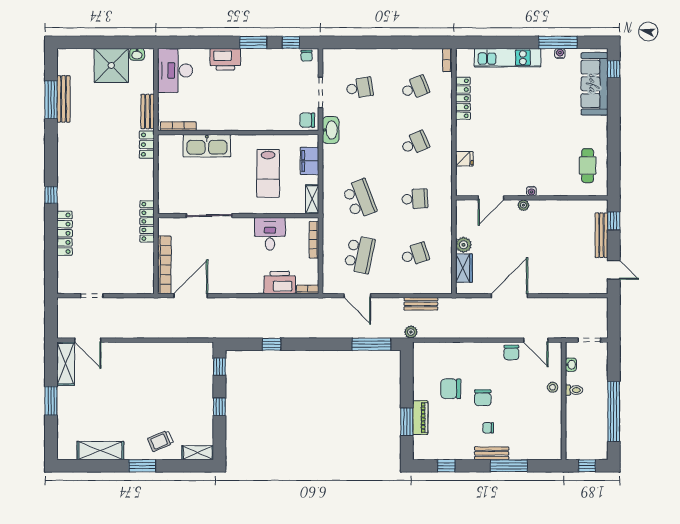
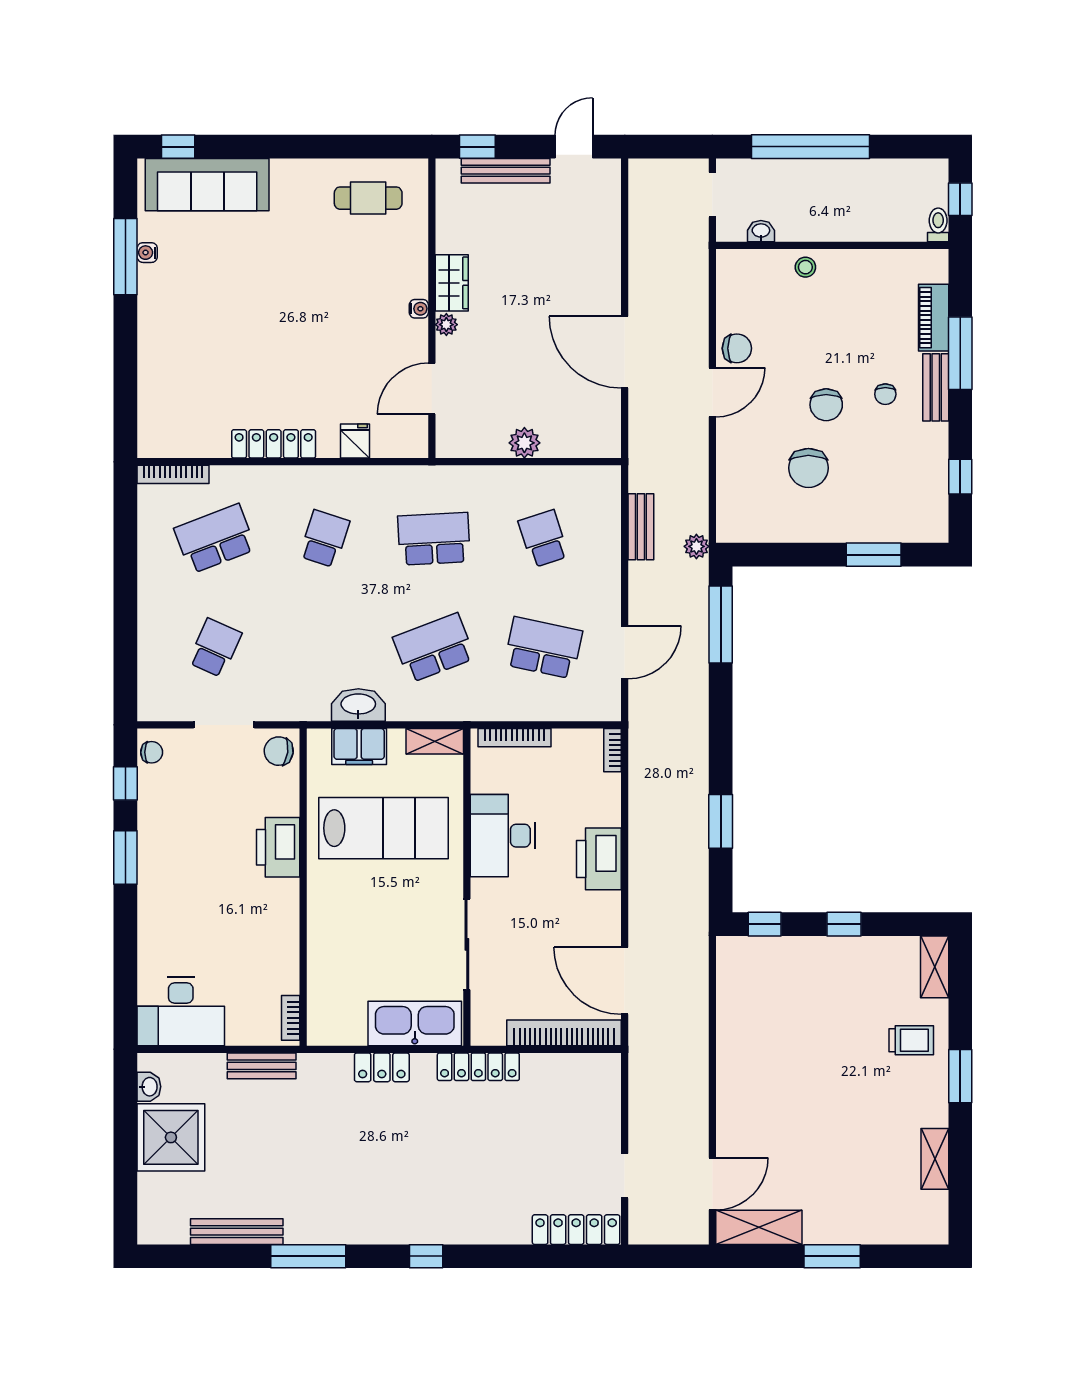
kitchen unit: (508, 58) -> (156, 356), removed
printer: (225, 59) -> (278, 847), moved, turned 180
bookcase: (447, 60) -> (173, 474), width x1.56
school desk: (360, 88) -> (215, 648), turned 33
school desk: (415, 88) -> (215, 539), width x1.85
locker: (463, 98) -> (274, 444), moved
window: (51, 100) -> (308, 1256), moved
chair: (307, 120) -> (279, 751), turned 98
bookcase: (178, 126) -> (291, 1018), width x0.64
washbasin: (331, 130) -> (358, 705), moved
school desk: (415, 143) -> (324, 539), turned 42
locker: (147, 145) -> (382, 1067), moved
kitchen sink: (207, 146) -> (415, 1023), moved, turned -90
lab bench: (268, 173) -> (383, 828), width x1.36, depth x1.39
door: (491, 198) -> (432, 389), swing flipped
school desk: (415, 199) -> (434, 539), width x1.85
locker: (64, 233) -> (576, 1230), moved
desk: (270, 234) -> (503, 836), width x1.37
wardrobe: (464, 268) -> (452, 283), moved, turned 90
printer: (280, 283) -> (599, 859), moved
door: (536, 340) -> (712, 392), moved
window: (272, 344) -> (721, 821), width x1.50
toilet: (574, 390) -> (938, 225), moved
chair: (483, 398) -> (826, 405), turned 90
window: (614, 411) -> (811, 147), moved
piano: (420, 418) -> (934, 318), moved, turned -90
trolley: (161, 441) -> (911, 1040), turned -67
shelving: (100, 451) -> (935, 1159), width x0.67, depth x0.75

